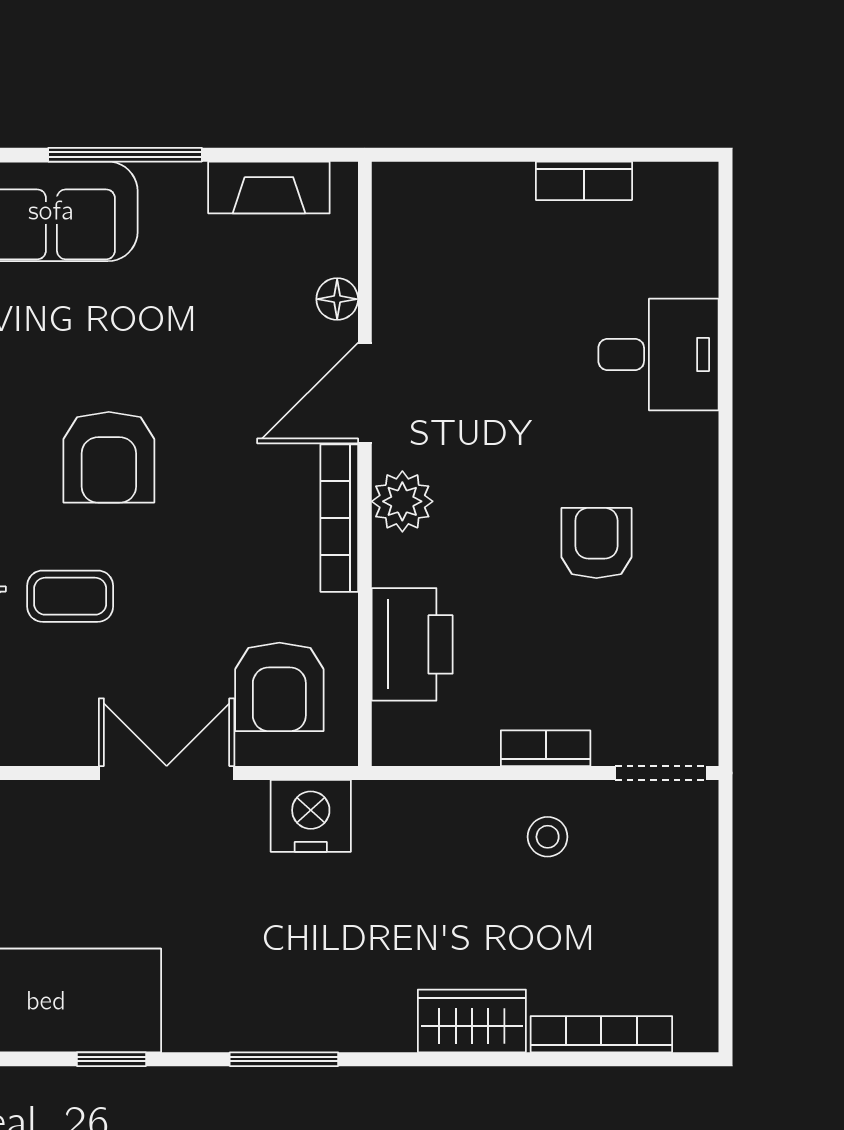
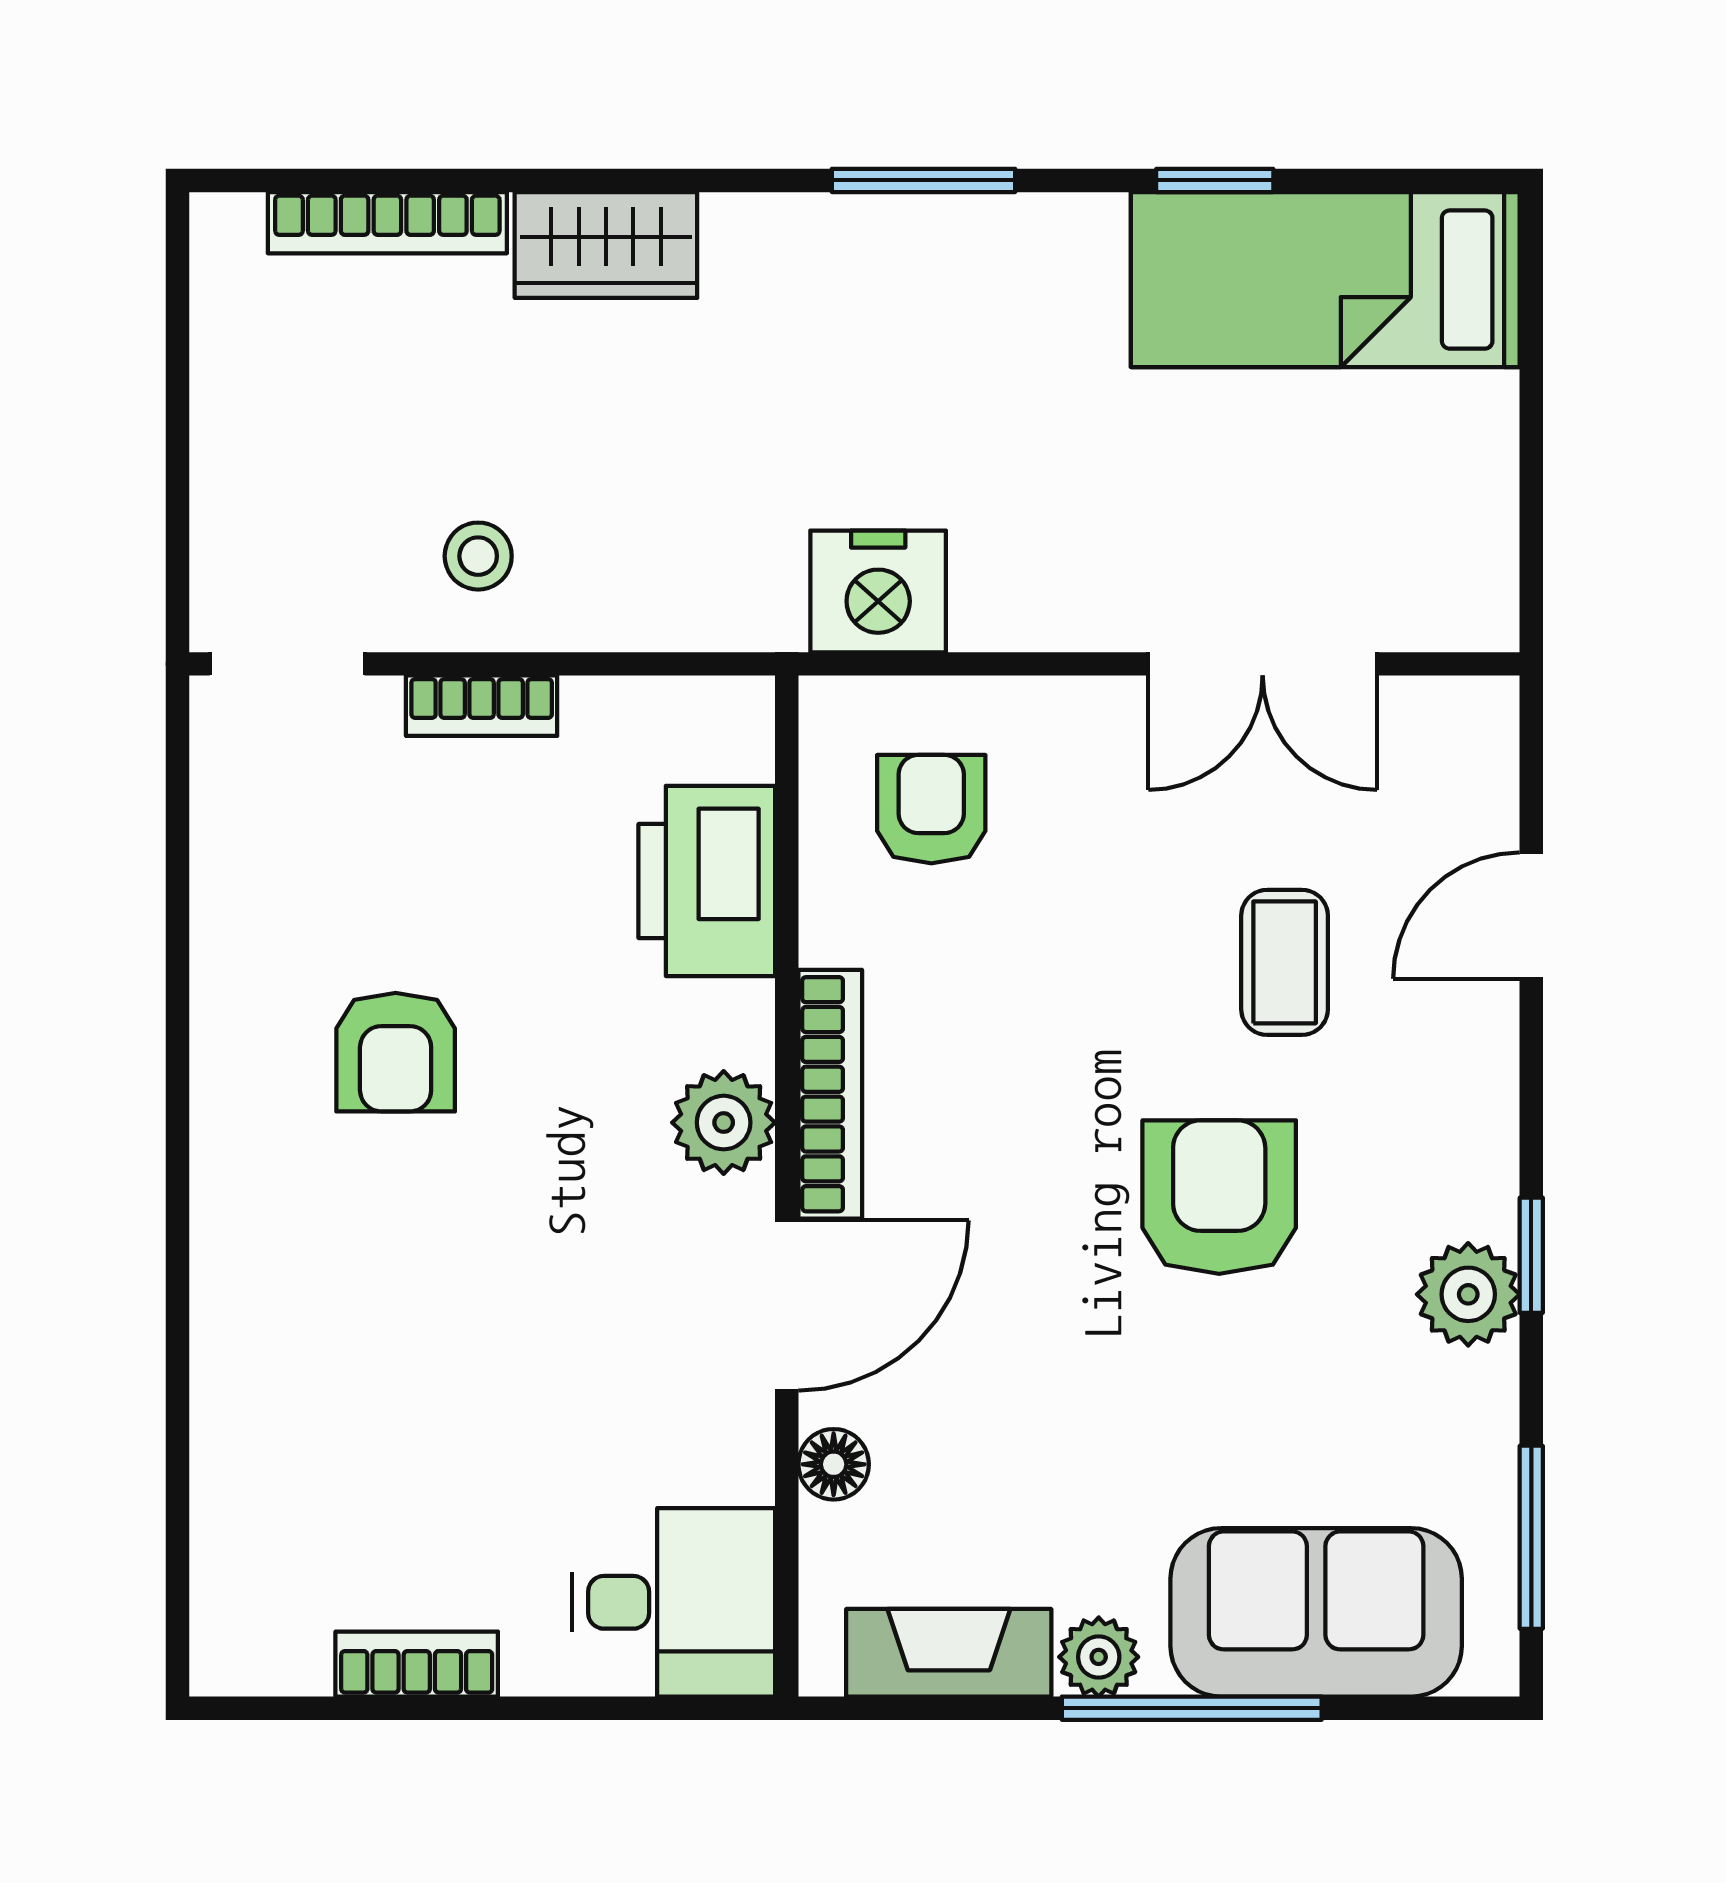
plant: (180, 185) -> (1099, 1657), added
desk: (658, 354) -> (674, 1602), moved, turned 180
coffee table: (70, 596) -> (1285, 962), turned 90
armchair: (279, 687) -> (931, 809), width x0.72, depth x0.72
double door: (167, 773) -> (1263, 664), moved

